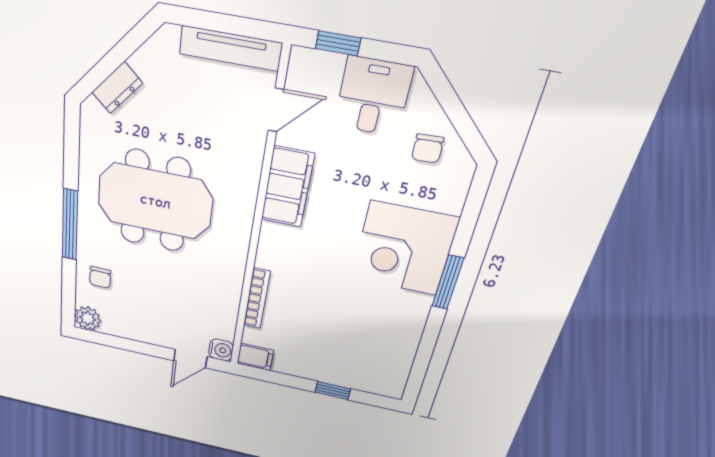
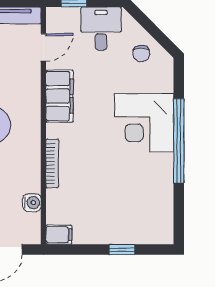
window: (448, 282) -> (179, 141), width x2.11
bookcase: (257, 299) -> (52, 163), moved
water cooler: (221, 350) -> (32, 203), moved

